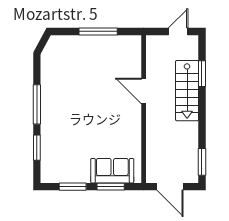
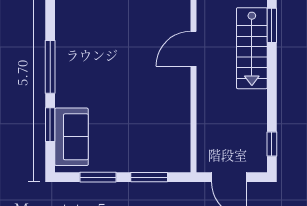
door: (144, 91) -> (194, 49), hinge flipped
window: (202, 162) -> (272, 144), width x0.67
sofa: (112, 171) -> (72, 137), moved, turned 90

